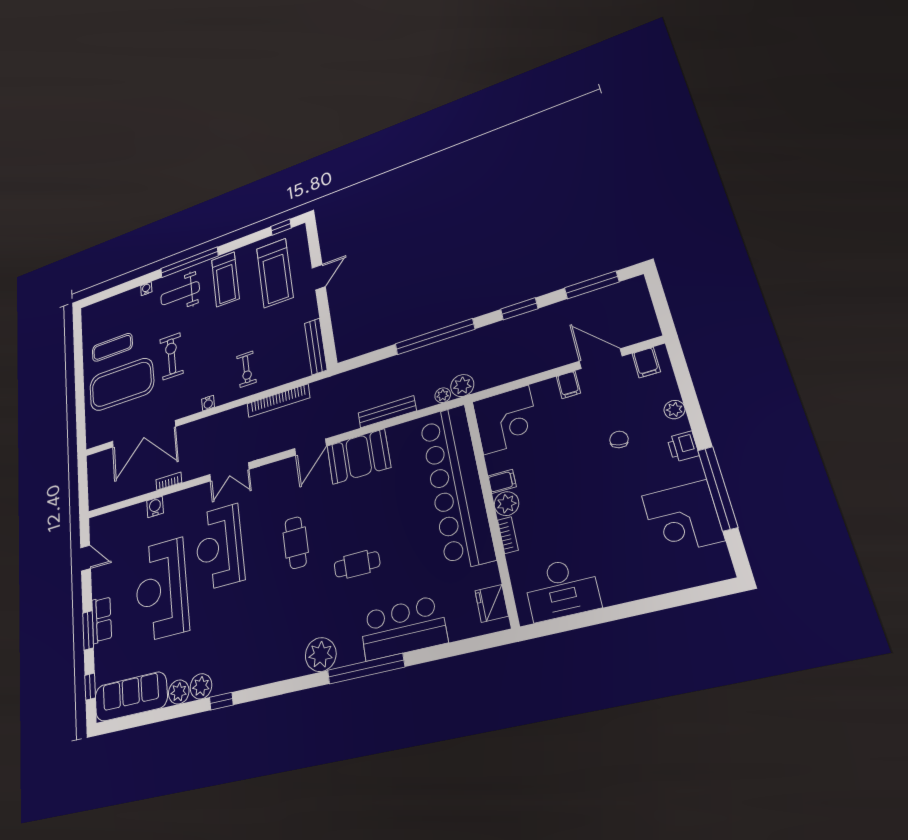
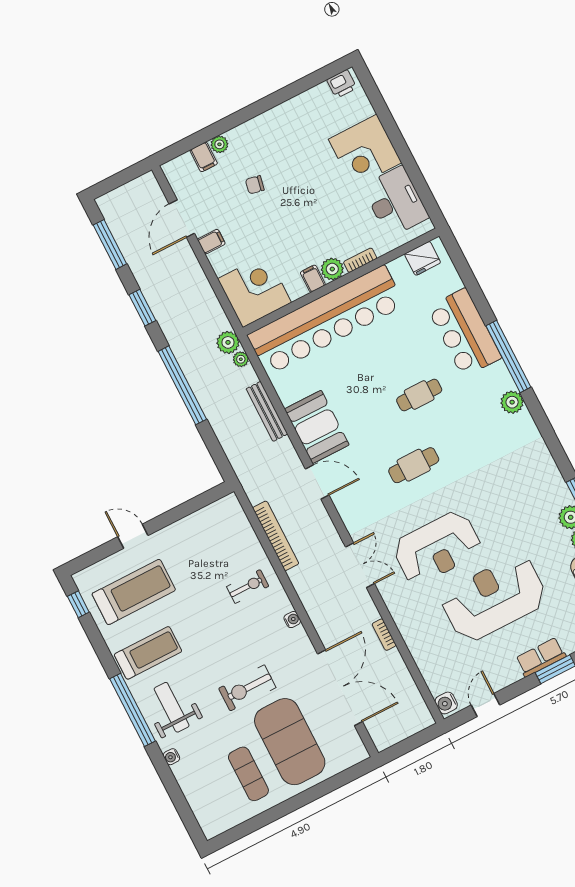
weight bench: (180, 293) -> (172, 707), turned 180
bench: (316, 346) -> (211, 513), removed
filing cabinet: (646, 363) -> (204, 157), moved, turned 90
printer: (683, 447) -> (342, 84), moved
window: (718, 488) -> (282, 95), removed
water cooler: (155, 507) -> (446, 703), moved
corner desk: (683, 518) -> (365, 151), moved, turned 90
cafe table: (357, 564) -> (419, 395), turned 90
reception desk: (161, 589) -> (494, 598), turned 180
plant: (321, 655) -> (512, 402), width x0.73, depth x0.73

